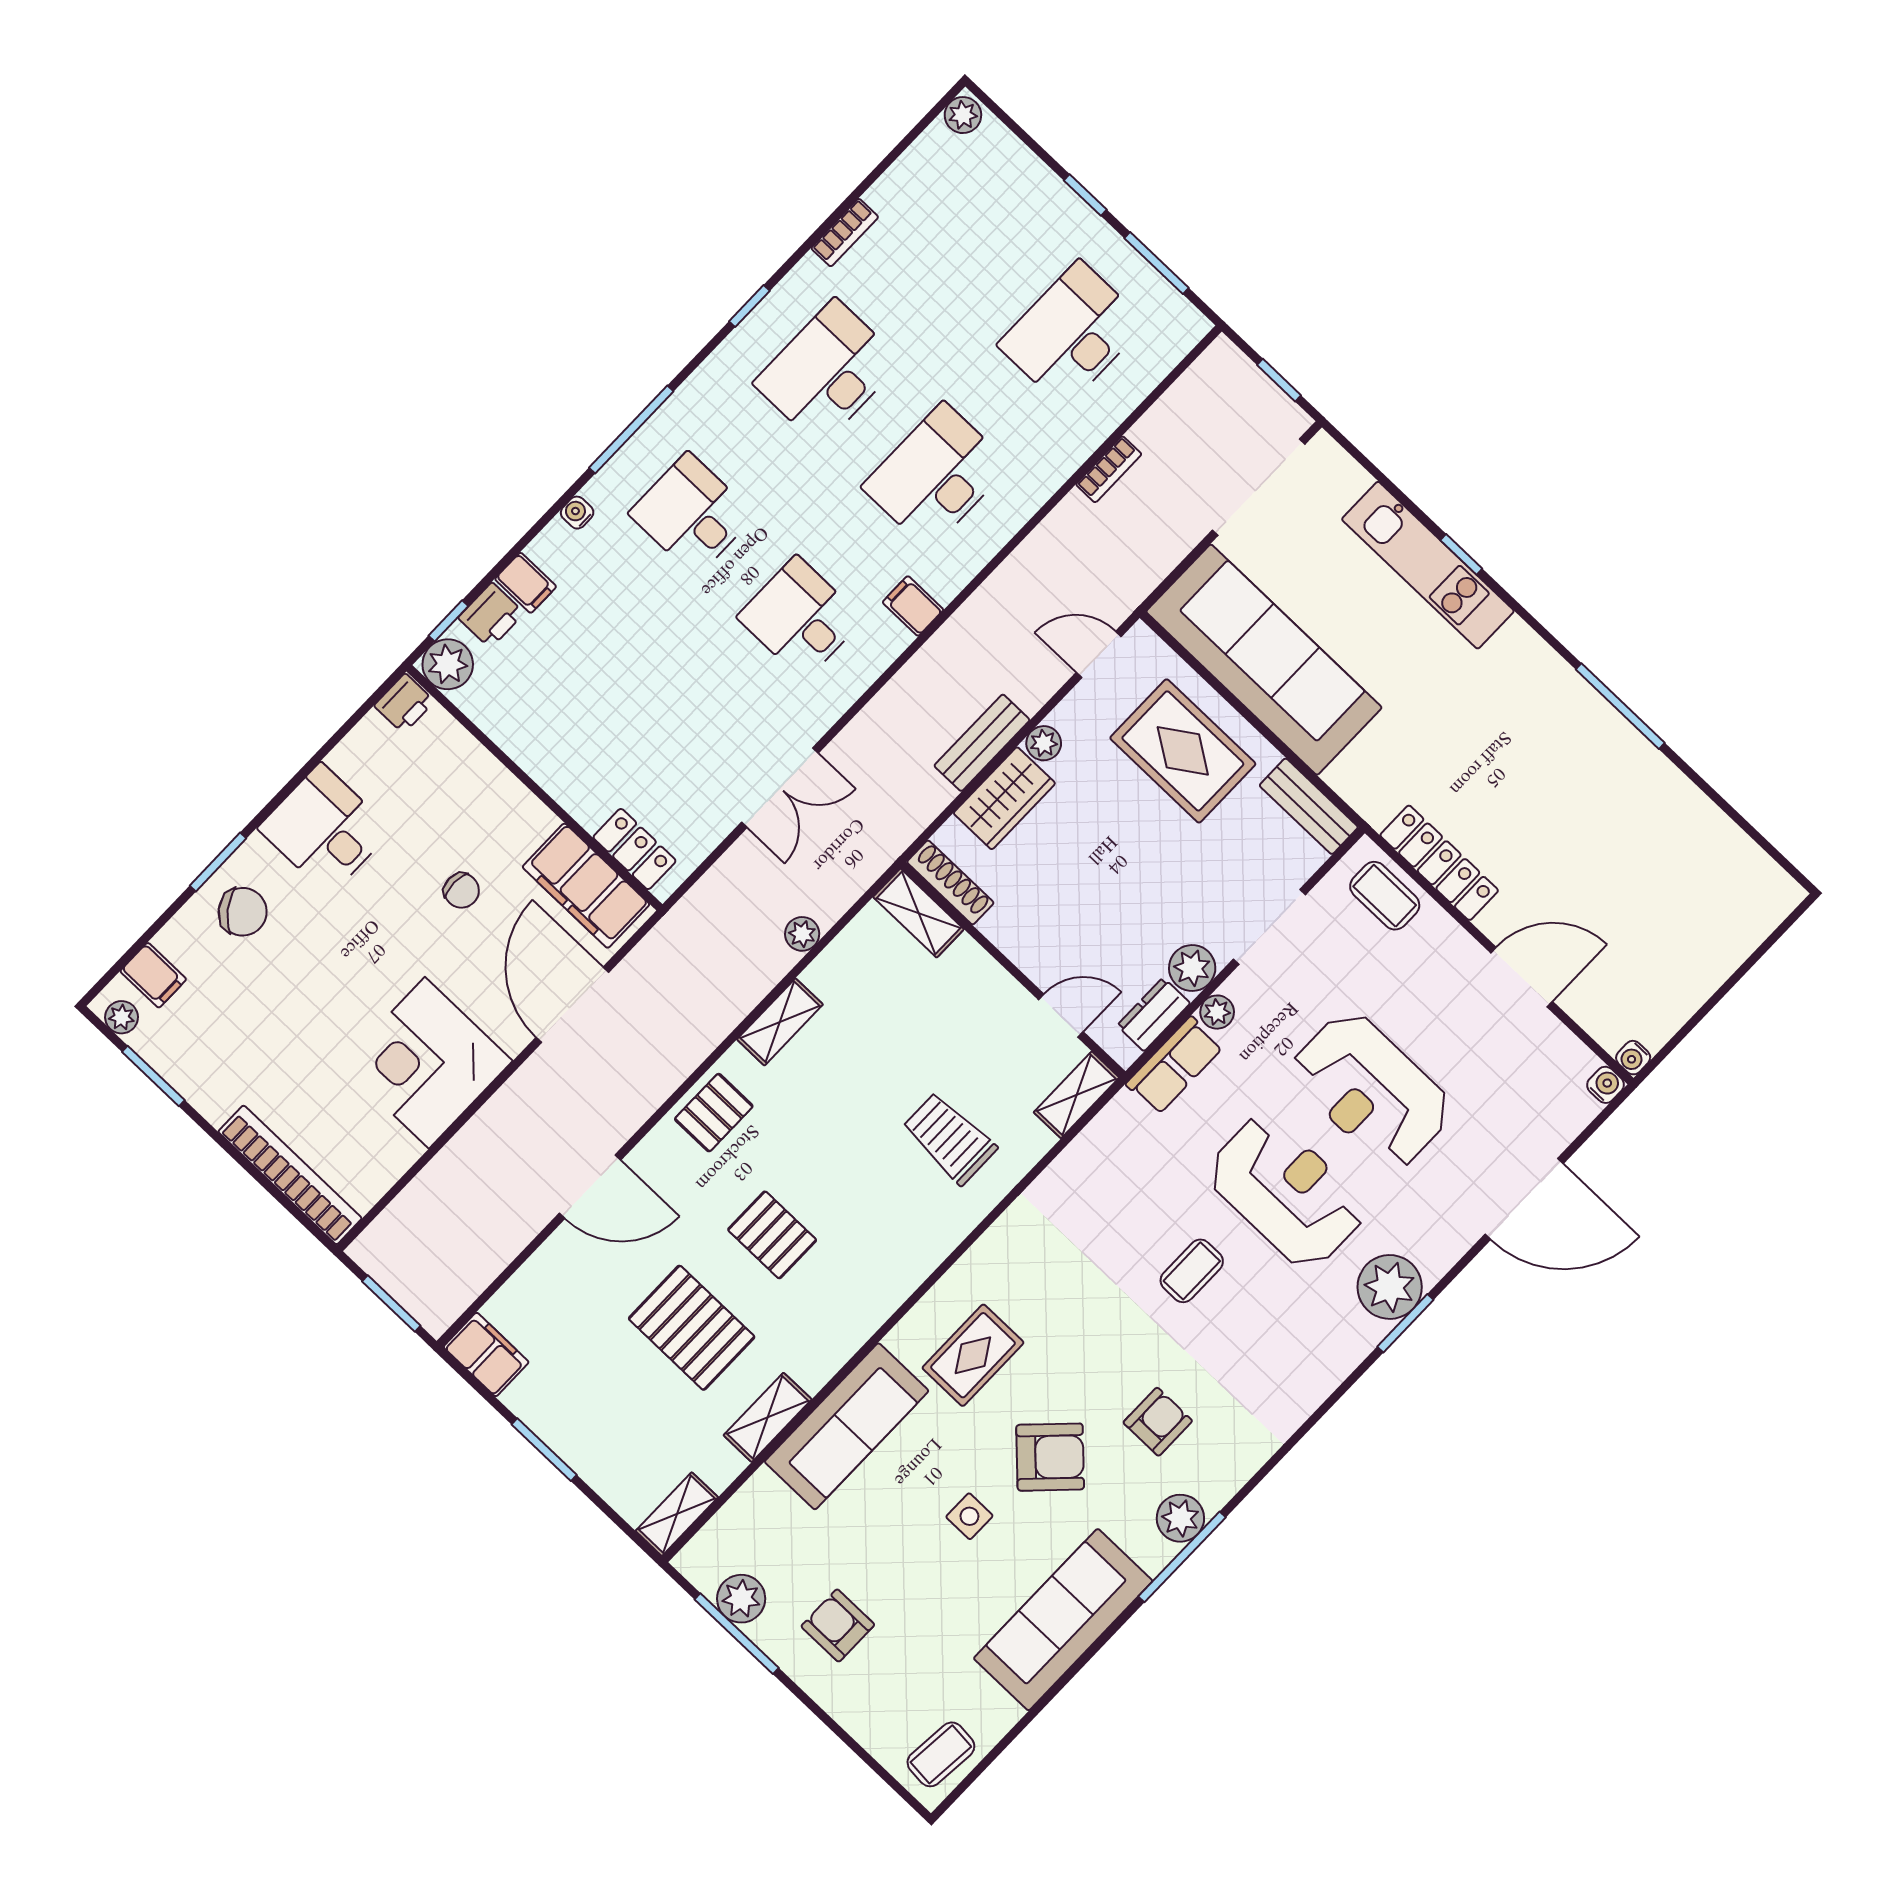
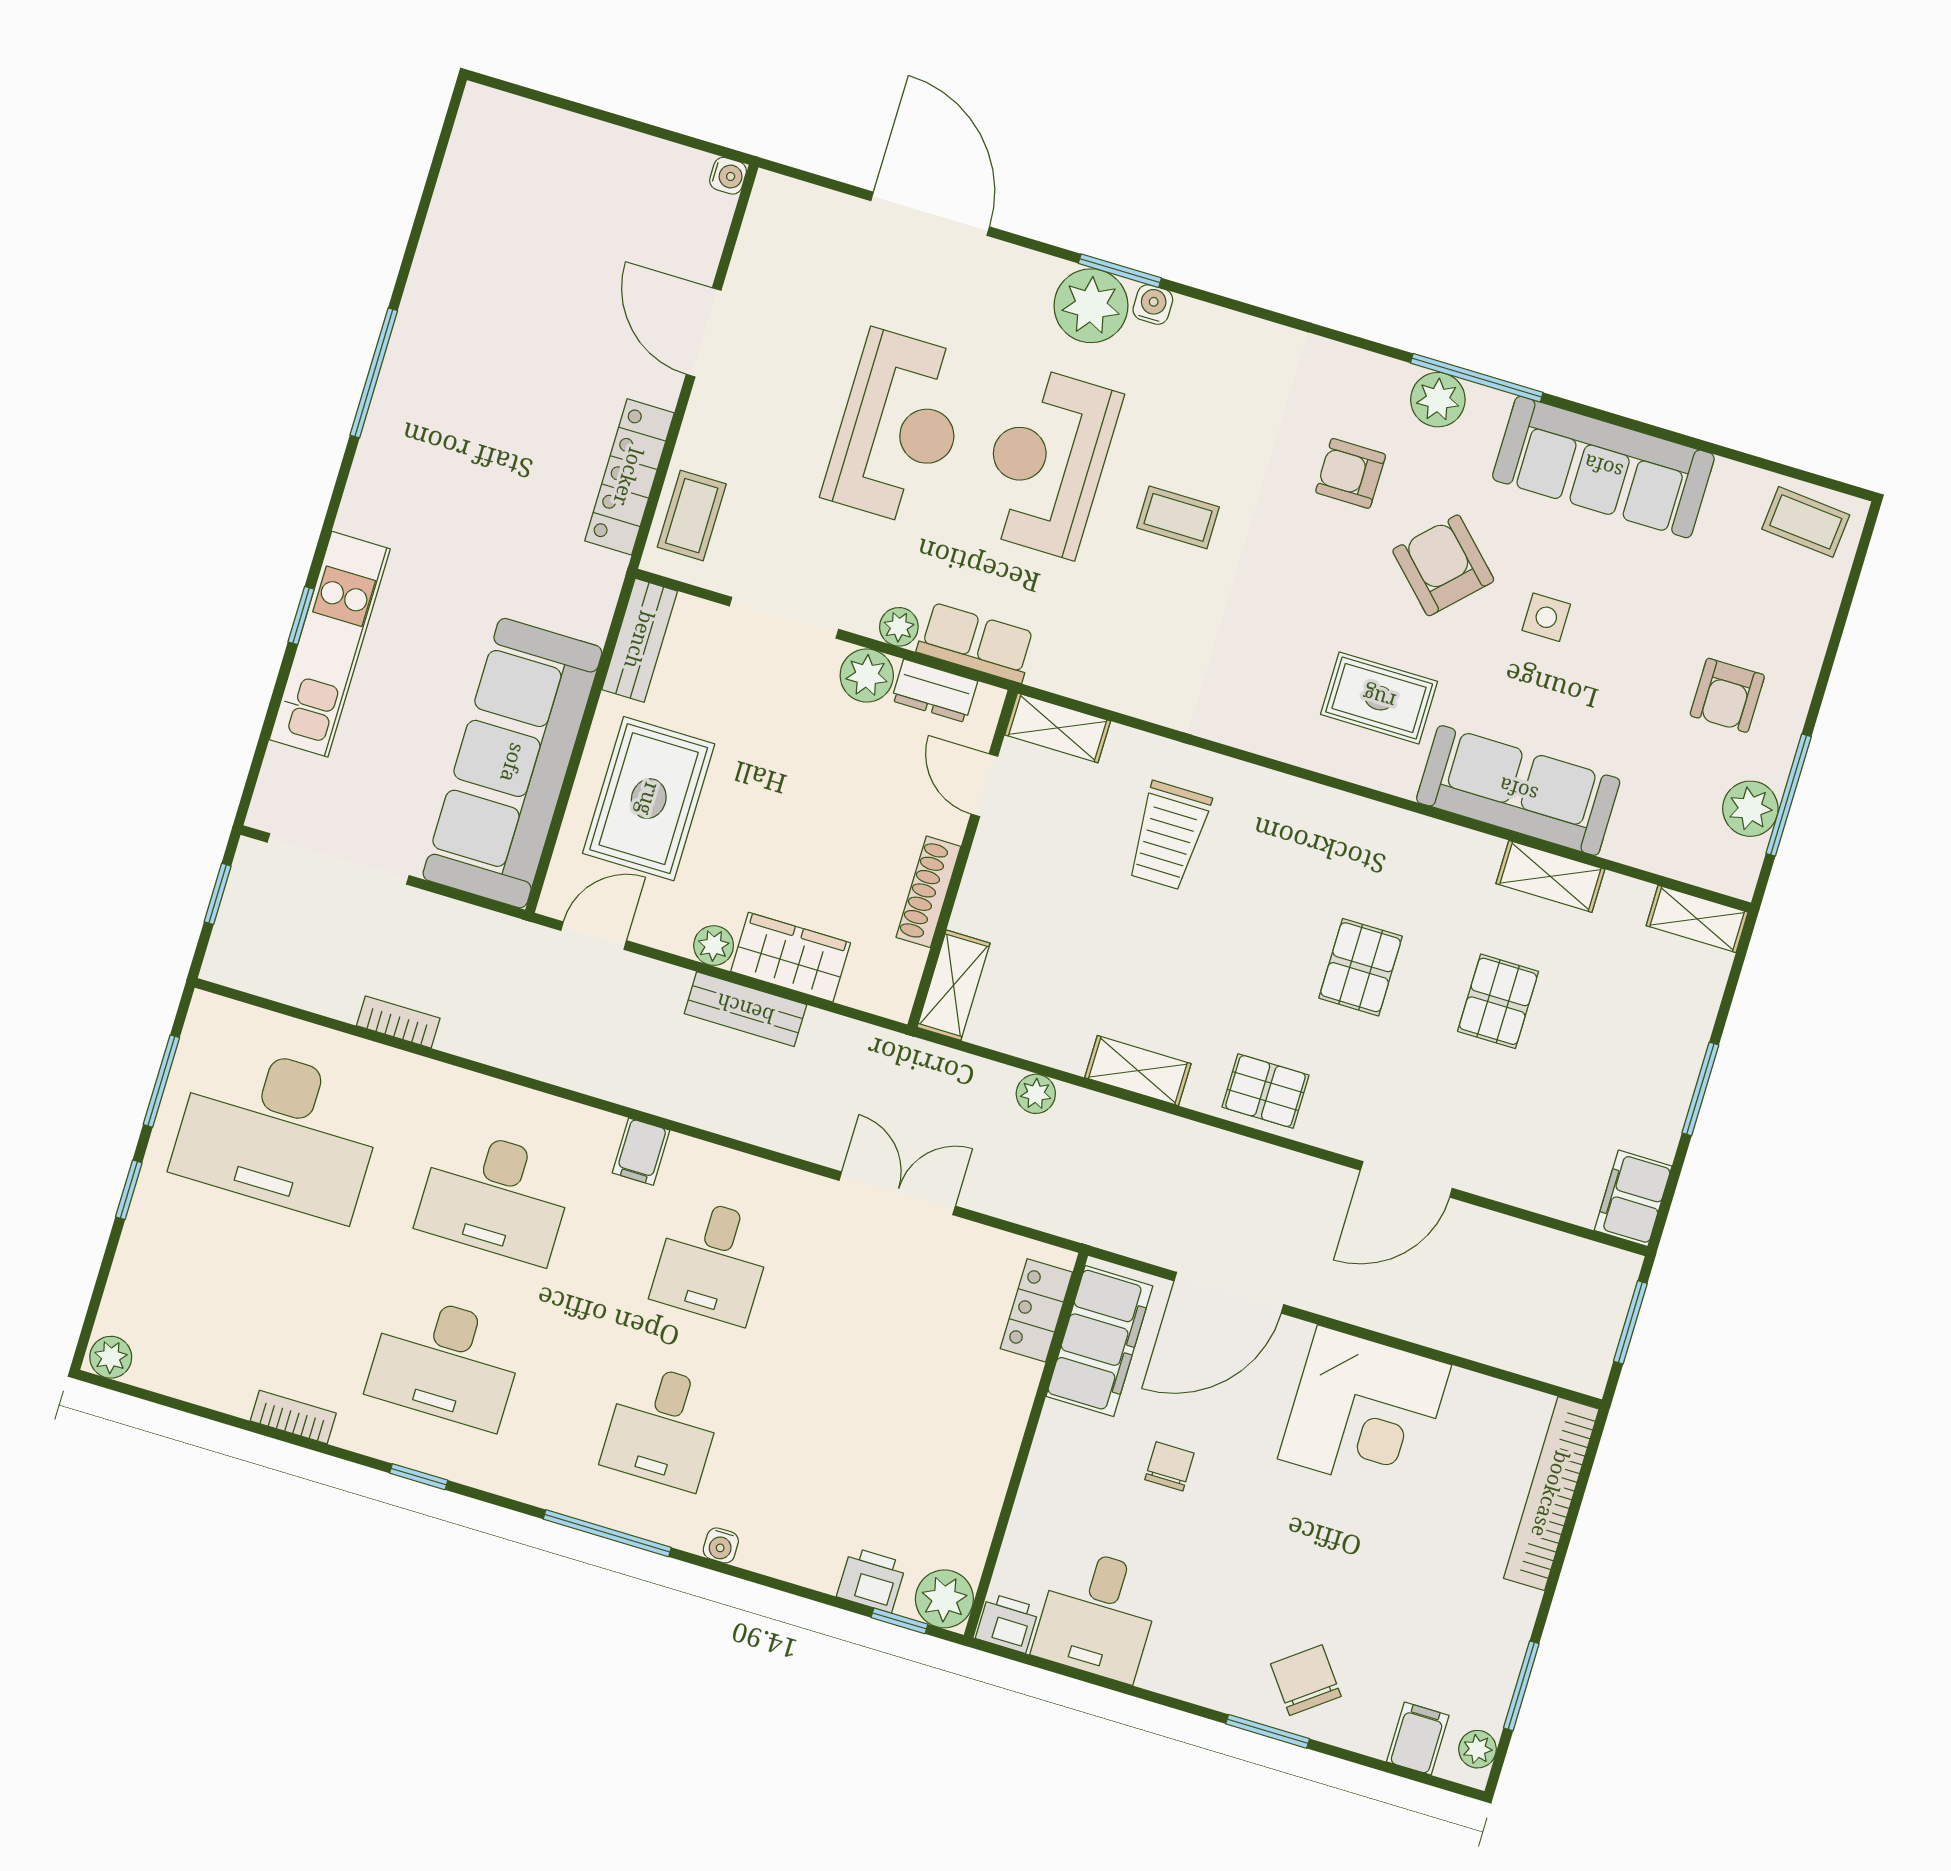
desk: (1072, 334) -> (279, 1131), width x1.36, depth x1.30
filing cabinet: (526, 583) -> (820, 1562), removed
door: (1099, 654) -> (594, 936), swing flipped
desk: (325, 829) -> (1098, 1615), moved
shoe rack: (950, 882) -> (928, 892), moved
water cooler: (1606, 1085) -> (1153, 305), moved, turned 90
door: (590, 1187) -> (1406, 1179), swing flipped
pallet: (692, 1328) -> (1498, 1001), width x0.67, depth x0.71

